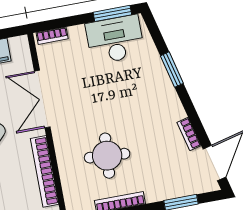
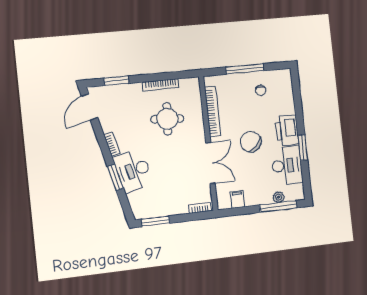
desk: (115, 39) -> (133, 170), moved, turned 76
bookcase: (189, 134) -> (112, 144), moved

